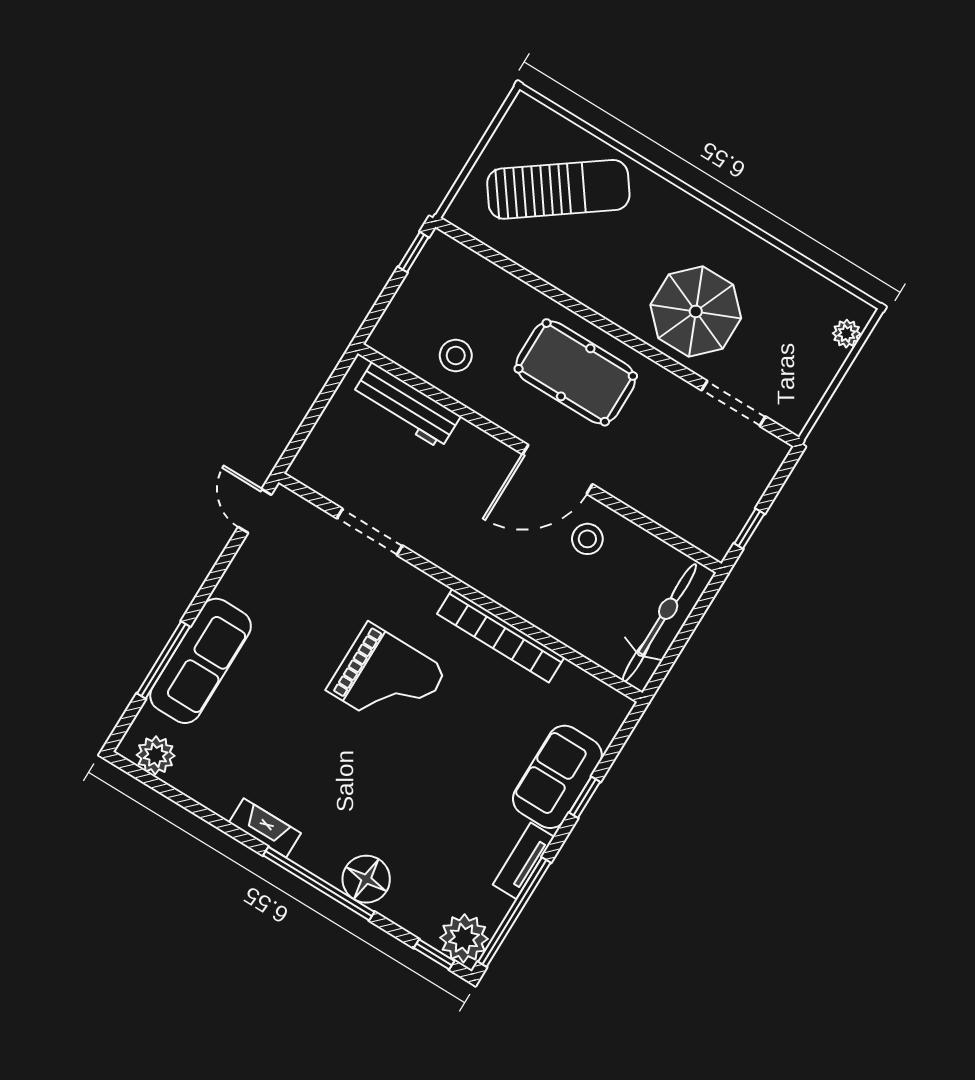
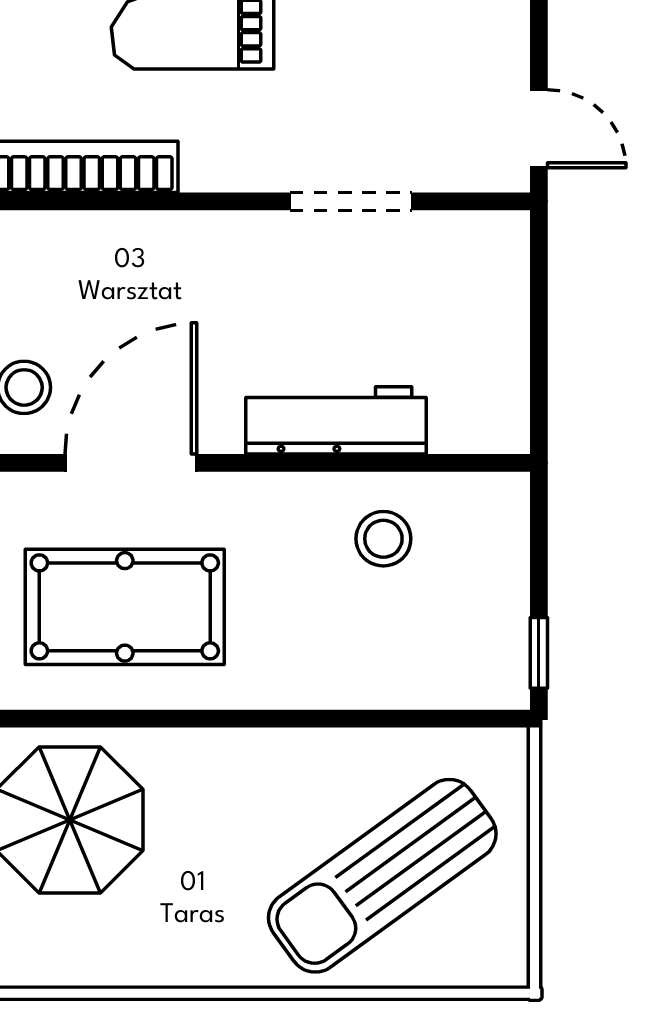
pool table: (576, 372) -> (125, 607), moved
workbench: (406, 406) -> (336, 420), moved

